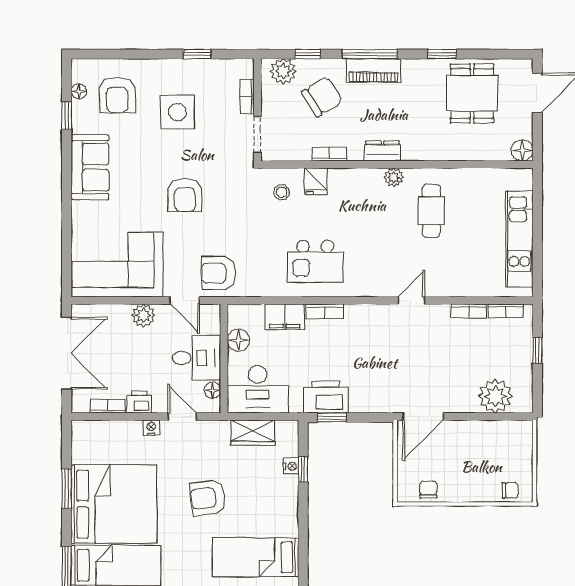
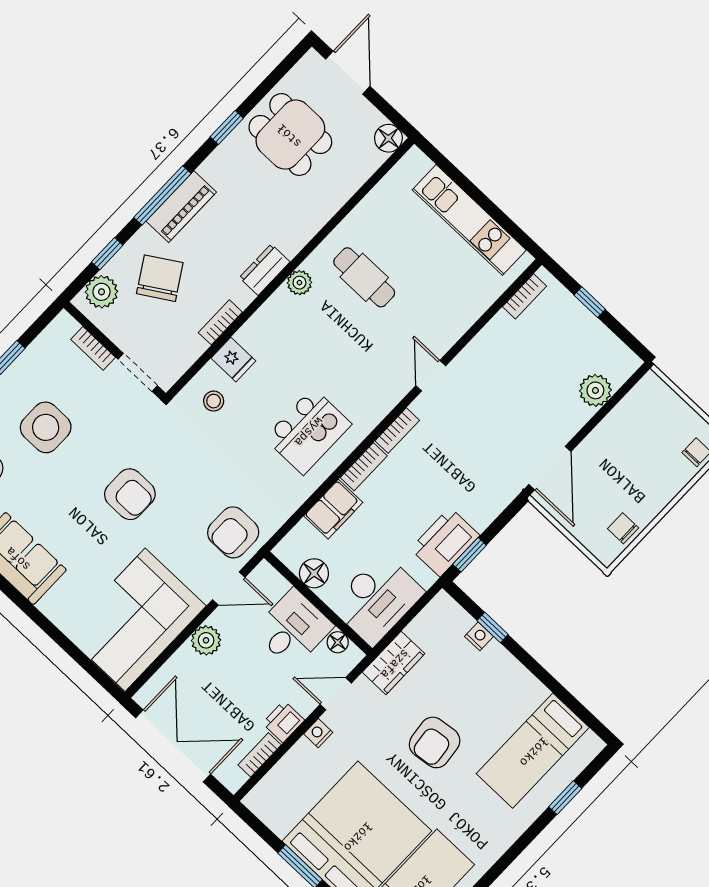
bookcase: (469, 311) -> (397, 431), moved
plant: (495, 396) -> (595, 390), width x0.73, depth x0.73
wardrobe: (253, 433) -> (394, 663), moved

